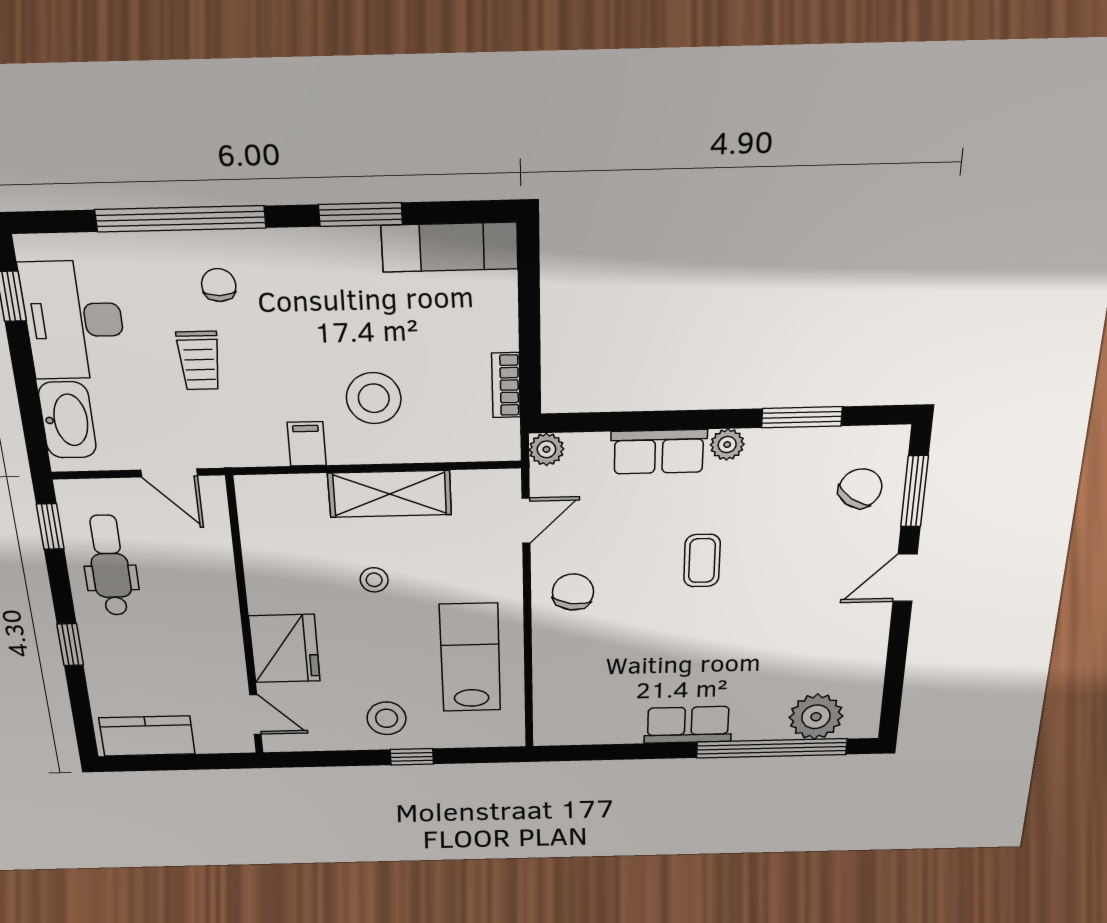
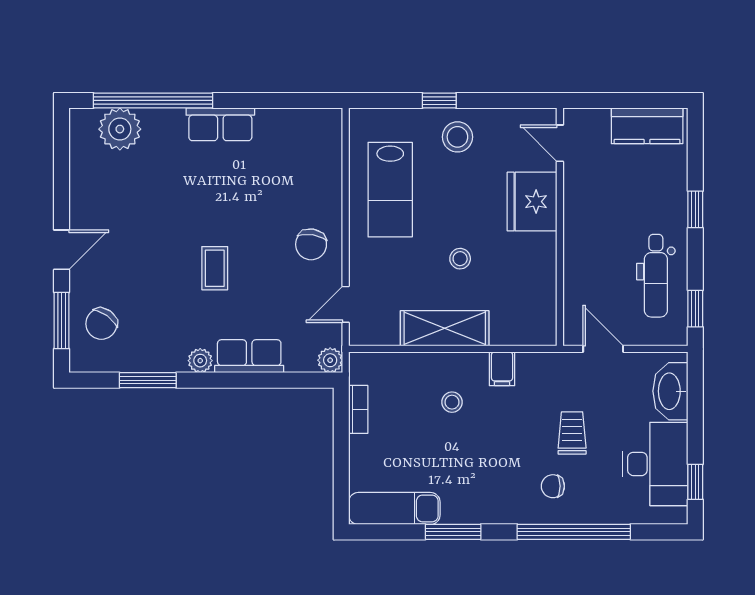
chair: (219, 285) -> (553, 486), turned 90
stool: (374, 398) -> (452, 402), width x0.53, depth x0.53

